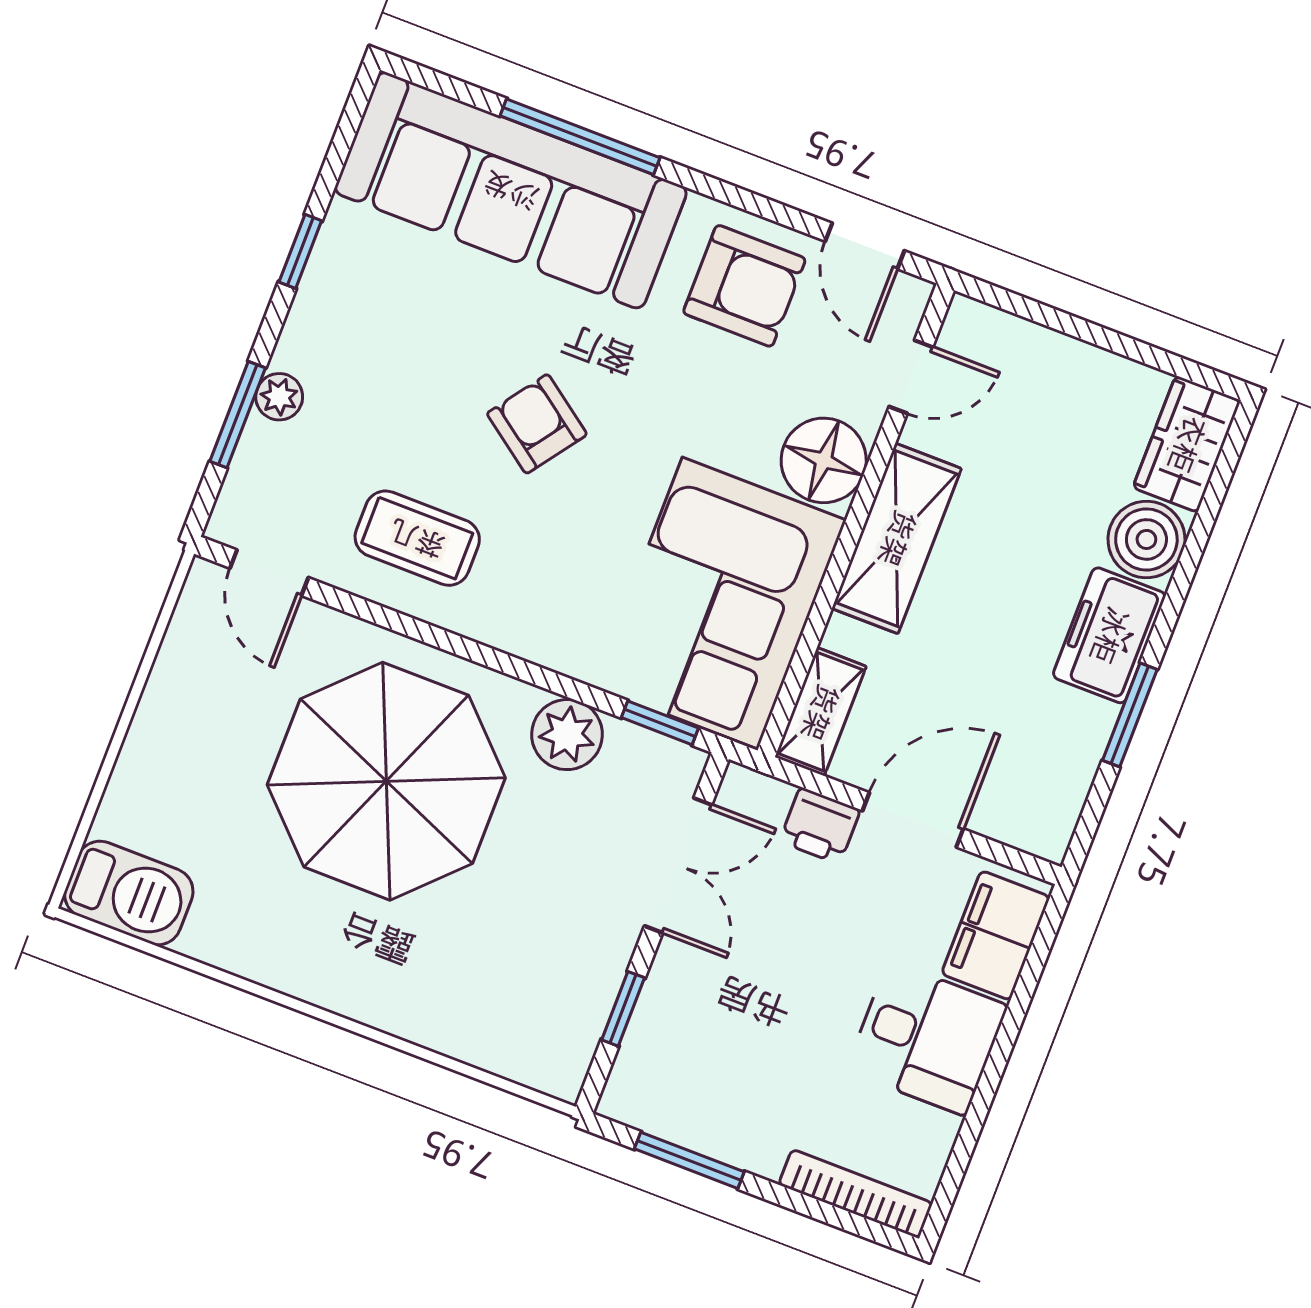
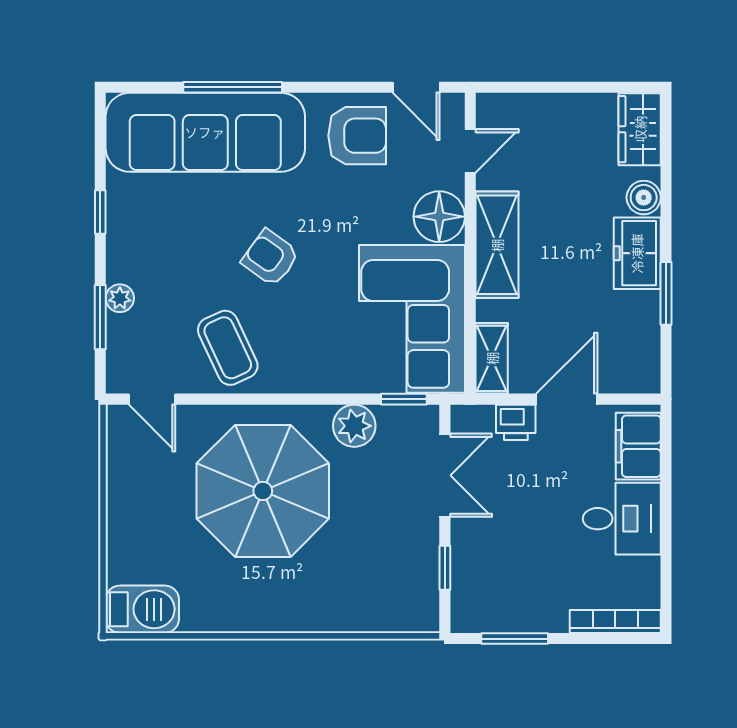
coffee table: (417, 538) -> (228, 348), turned 65
boiler: (1146, 539) -> (644, 198), width x0.73, depth x0.73

